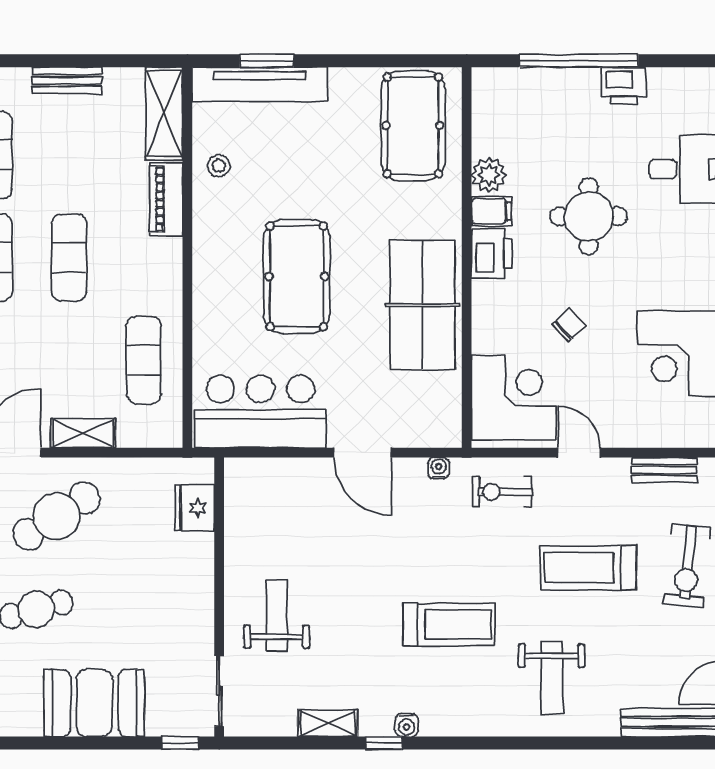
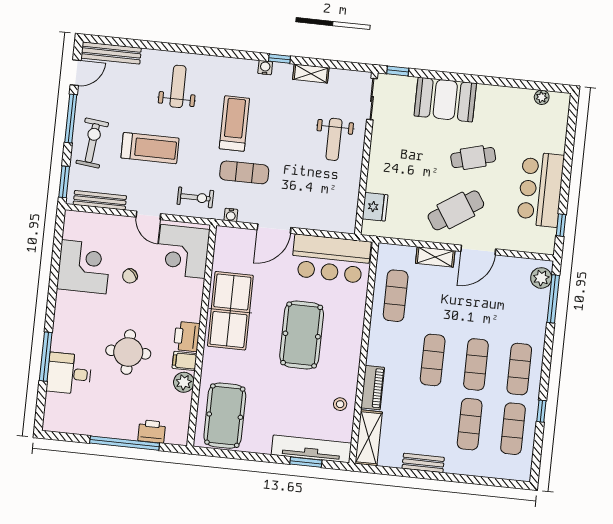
printer: (624, 85) -> (152, 431), moved
chair: (569, 325) -> (130, 276), moved
door: (363, 453) -> (274, 229), swing flipped
bench: (664, 470) -> (100, 200), width x1.36
exercise mat: (424, 543) -> (244, 172), added
treadmill: (449, 625) -> (234, 123), turned 90

